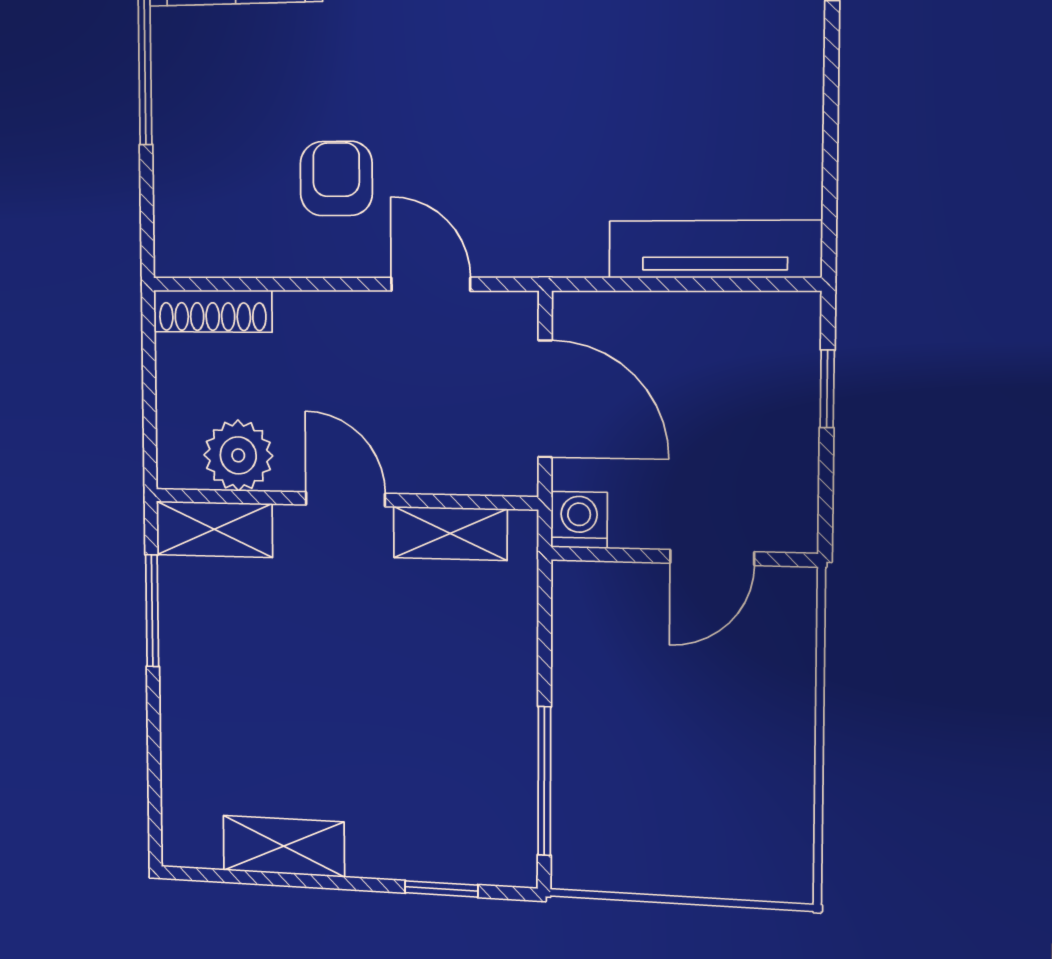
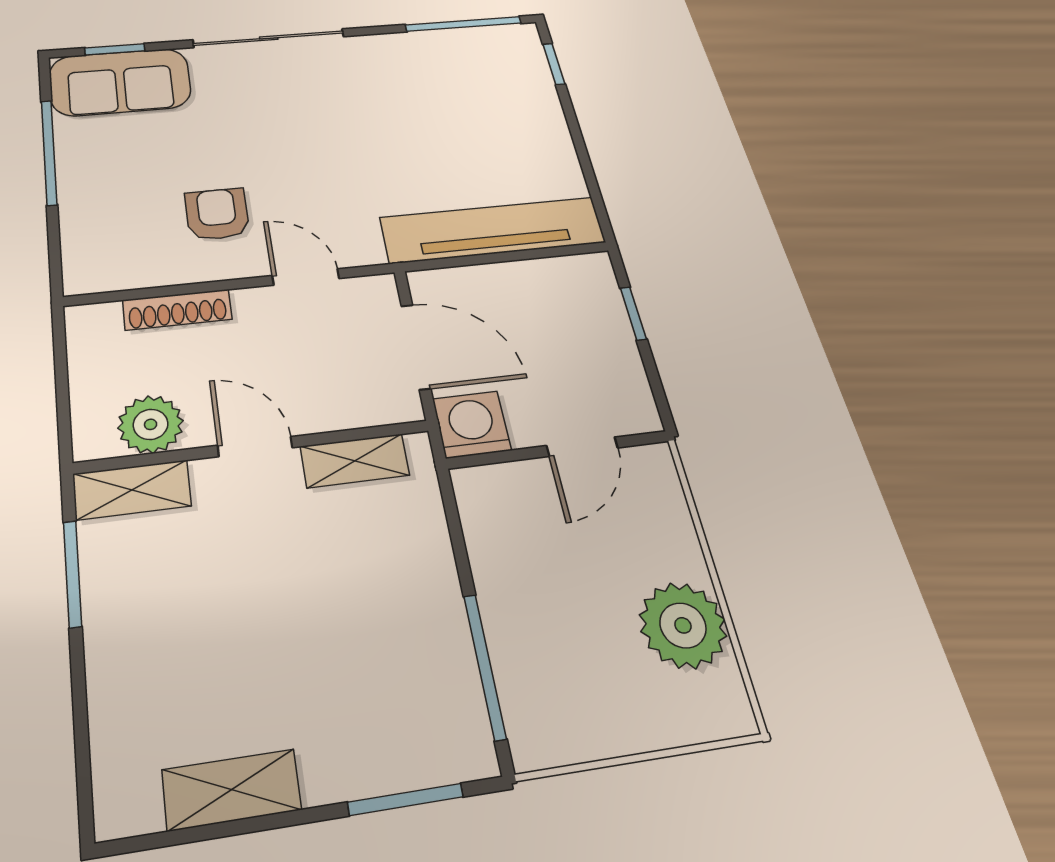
tv unit: (715, 249) -> (493, 230), width x1.36, depth x1.29
shoe rack: (213, 311) -> (177, 310), moved
washing machine: (579, 520) -> (472, 424), width x1.38, depth x1.38
plant: (766, 780) -> (683, 625), added
window: (441, 889) -> (405, 799), width x1.50

